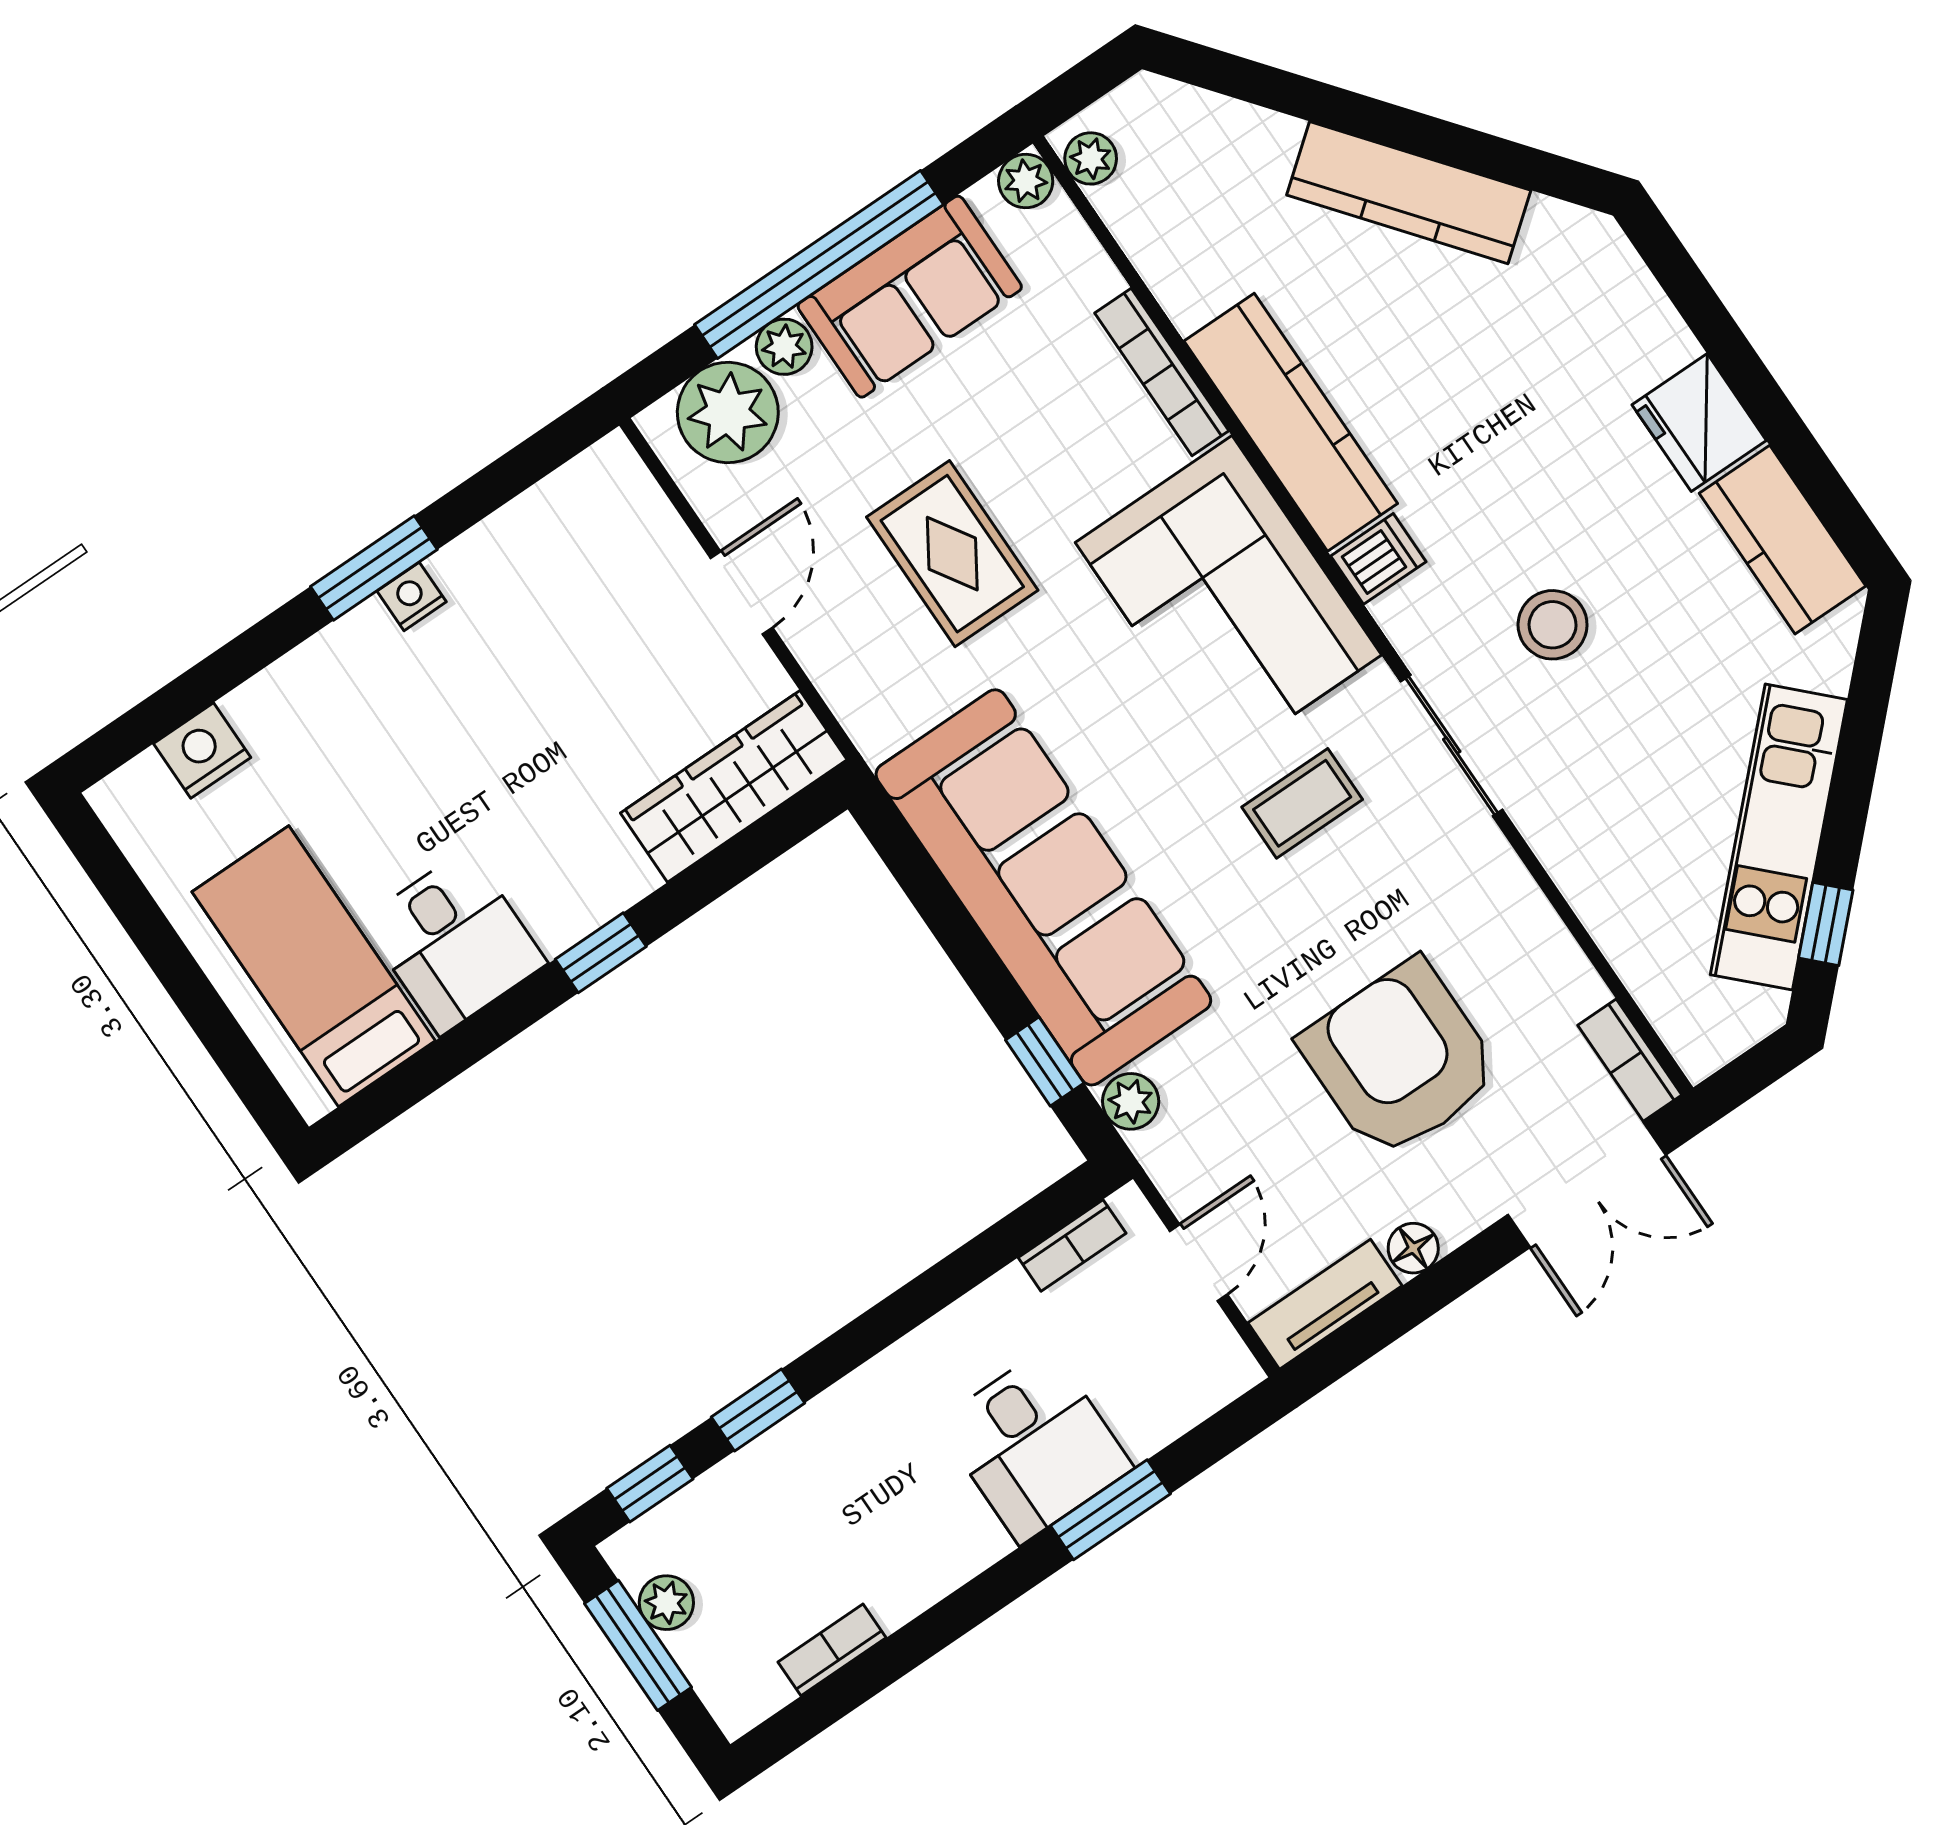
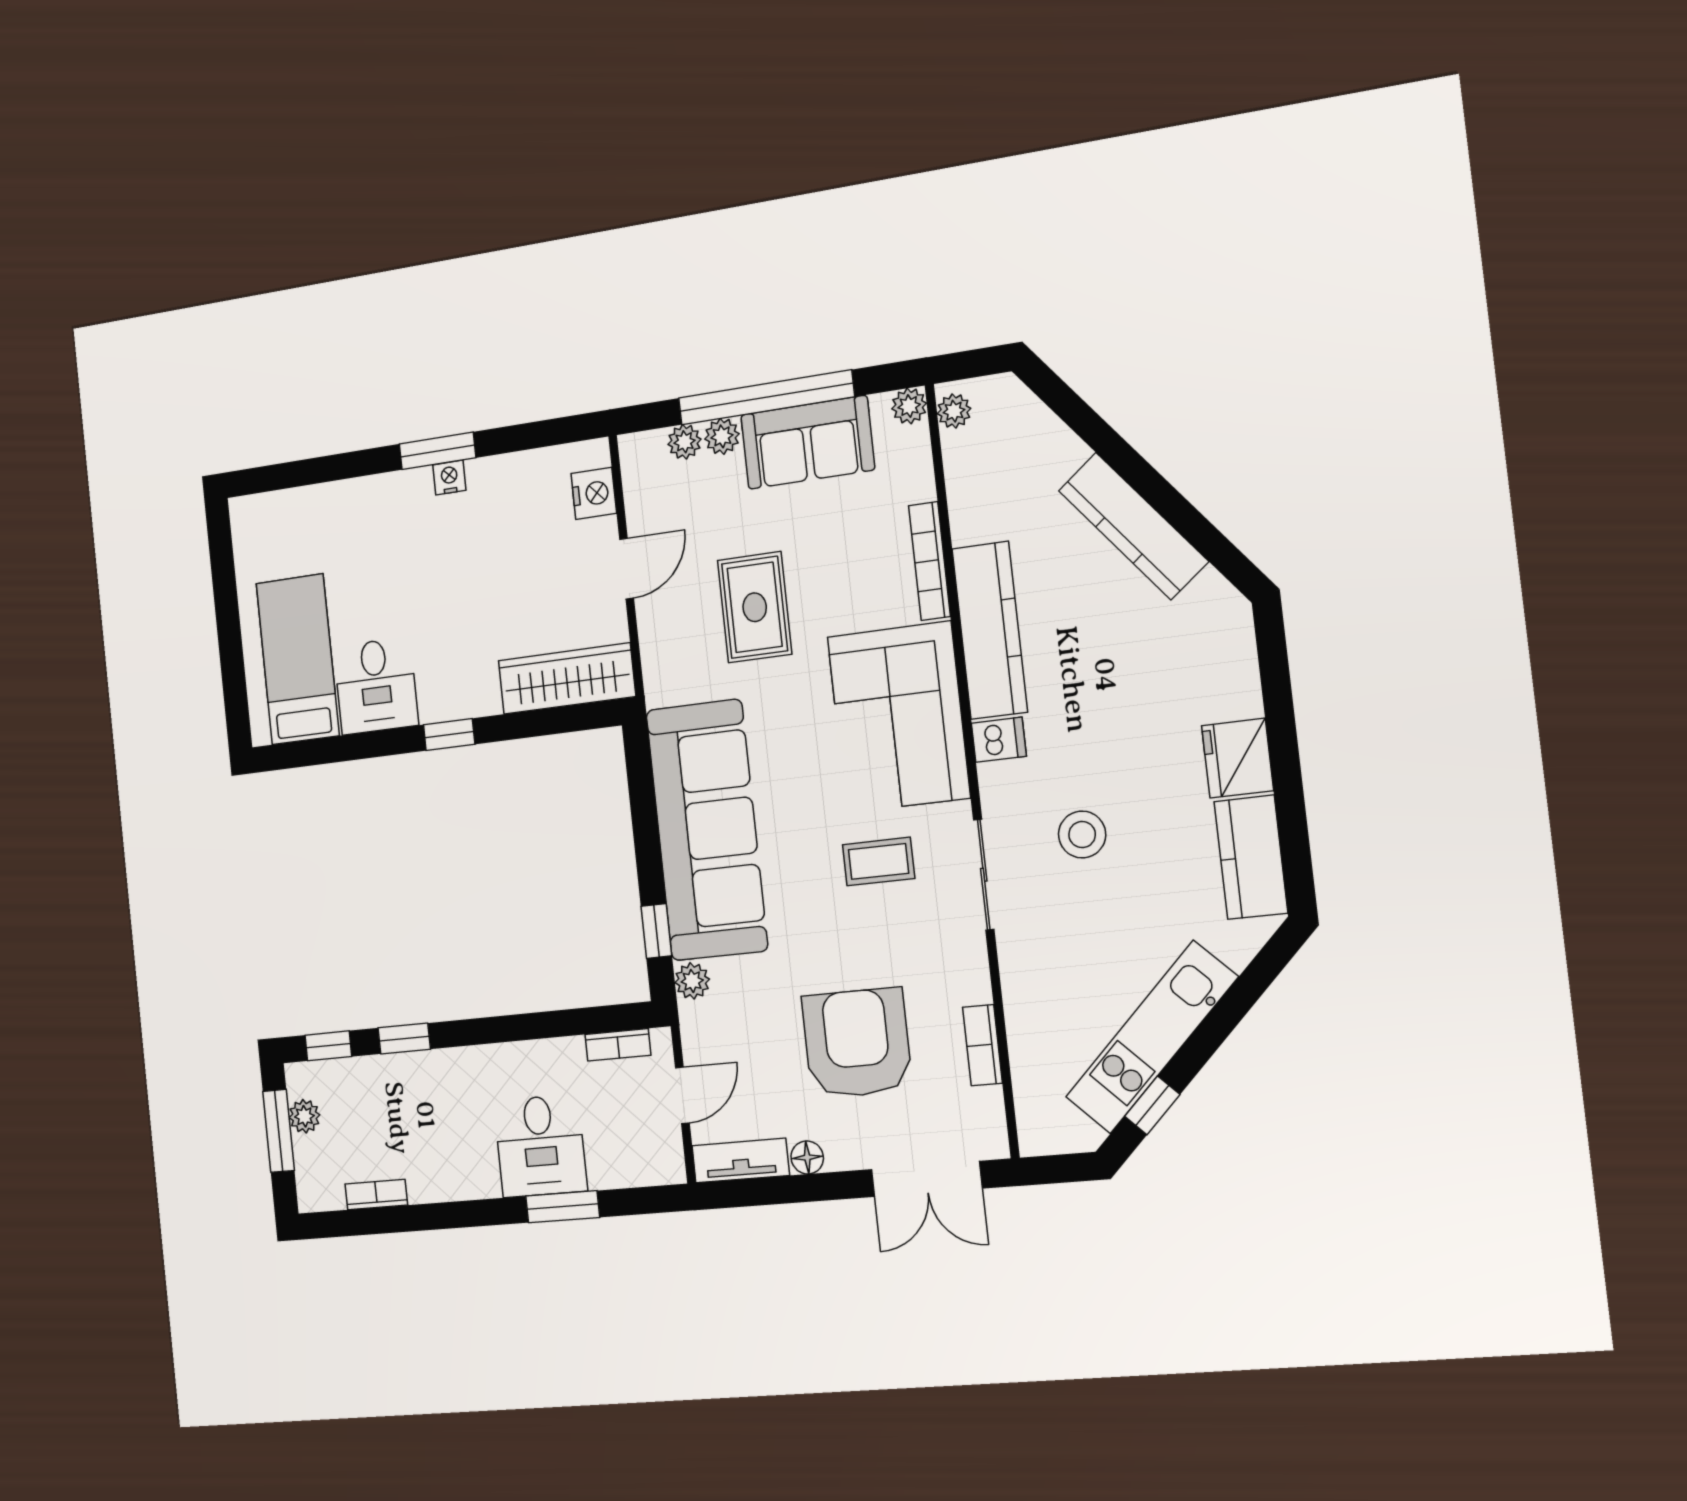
plant: (728, 413) -> (684, 442), width x0.53, depth x0.53
nightstand: (202, 751) -> (594, 493), moved, turned 90
bookcase: (1630, 1060) -> (982, 1045), moved

